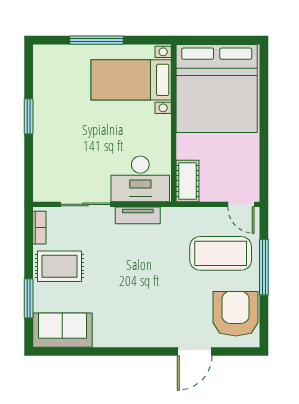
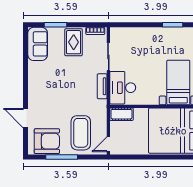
window: (29, 116) -> (173, 25), moved
window: (264, 267) -> (62, 157), moved

